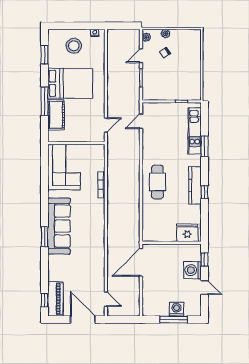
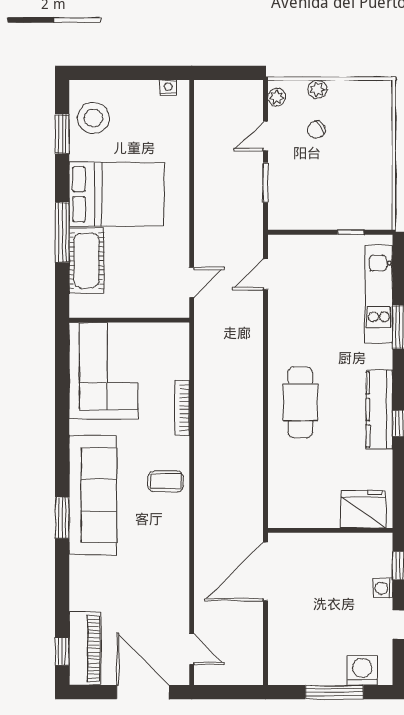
stool: (74, 46) -> (93, 118), moved
coffee table: (94, 220) -> (166, 481), added
washing machine: (193, 270) -> (383, 588), width x0.53, depth x0.53
washing machine: (177, 309) -> (362, 670), moved

